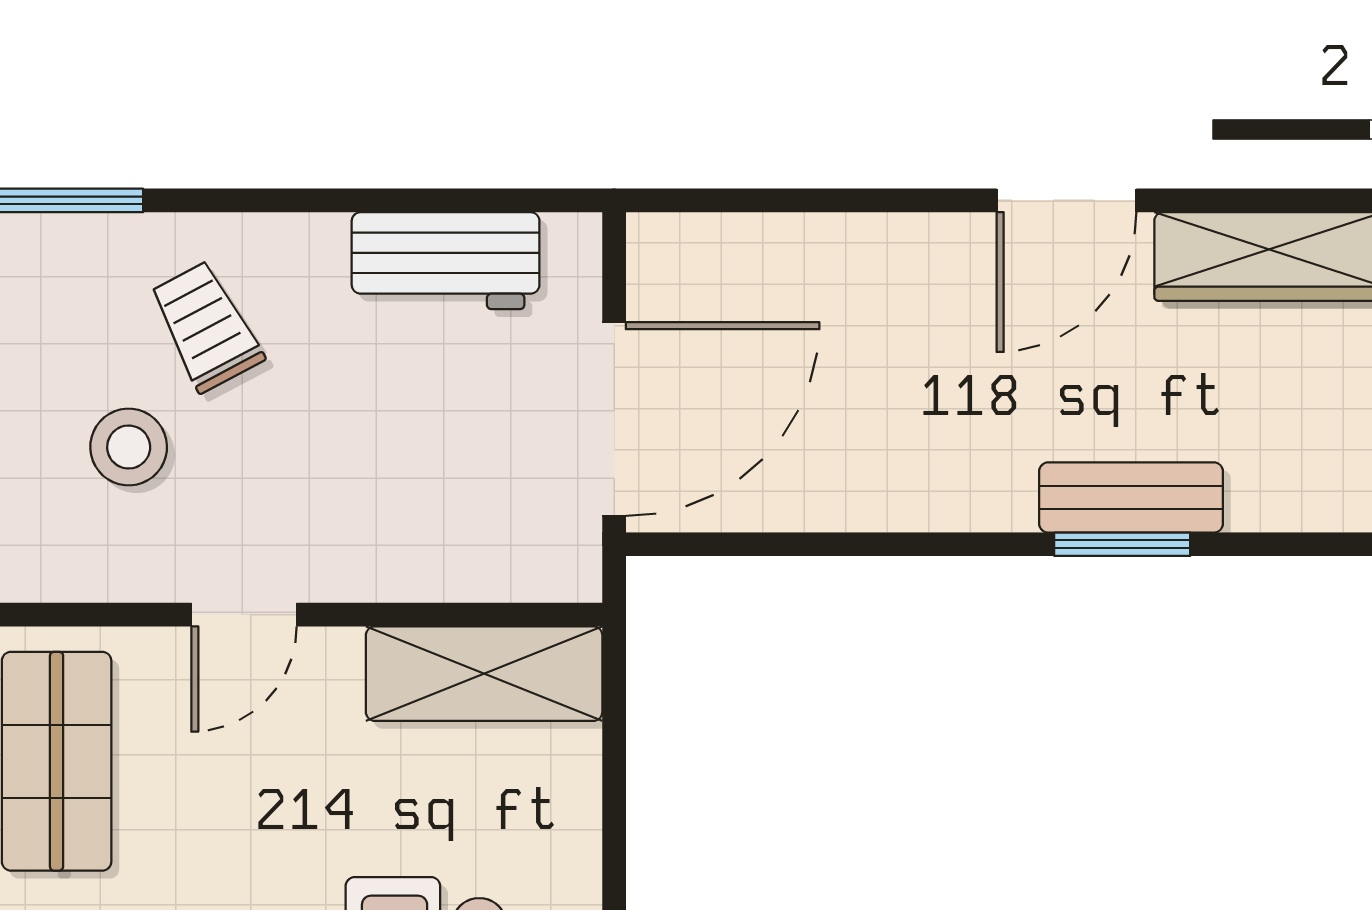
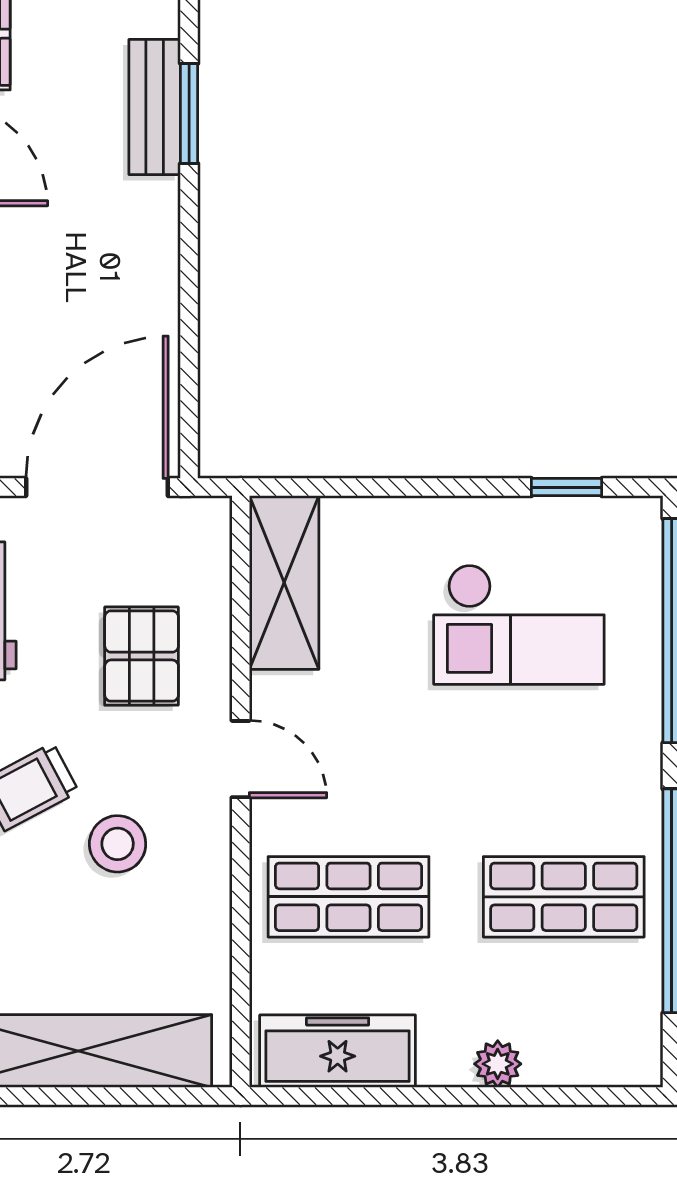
door: (614, 419) -> (97, 487), hinge flipped
pallet: (384, 480) -> (142, 656), added

